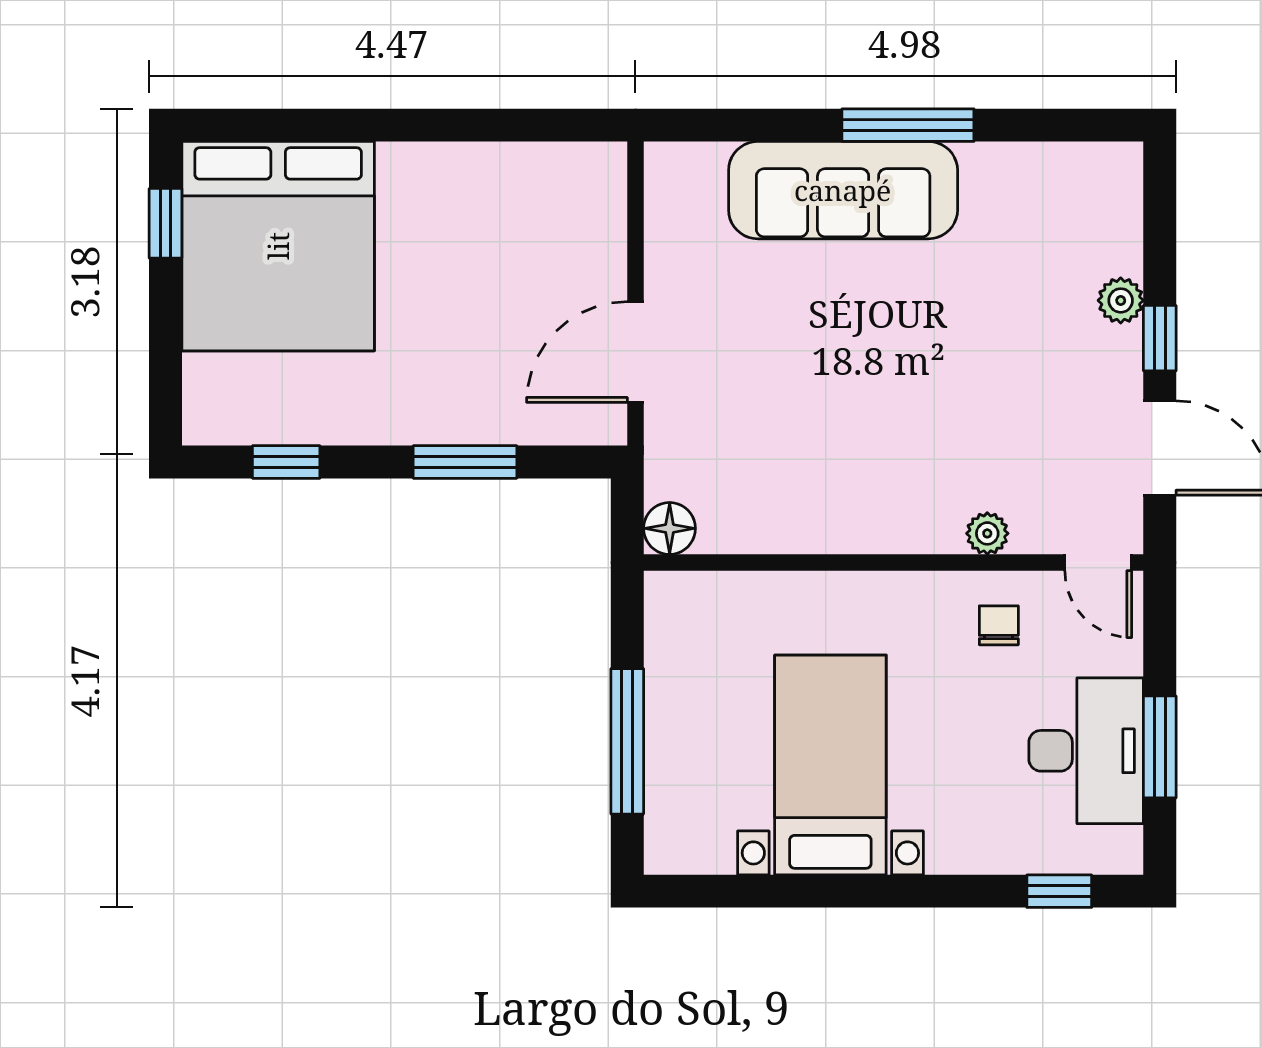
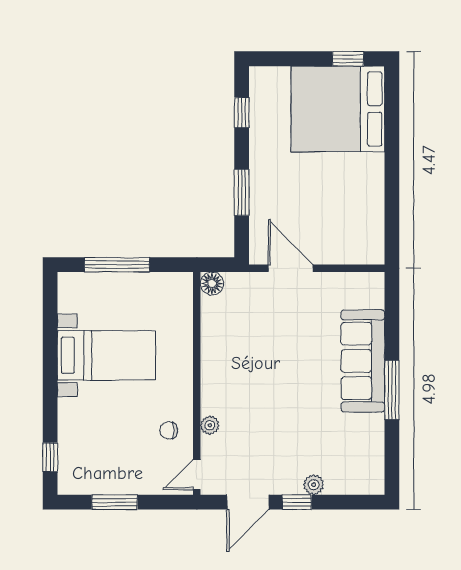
chair: (999, 625) -> (169, 430), turned 180
desk: (1086, 751) -> (113, 469), removed

